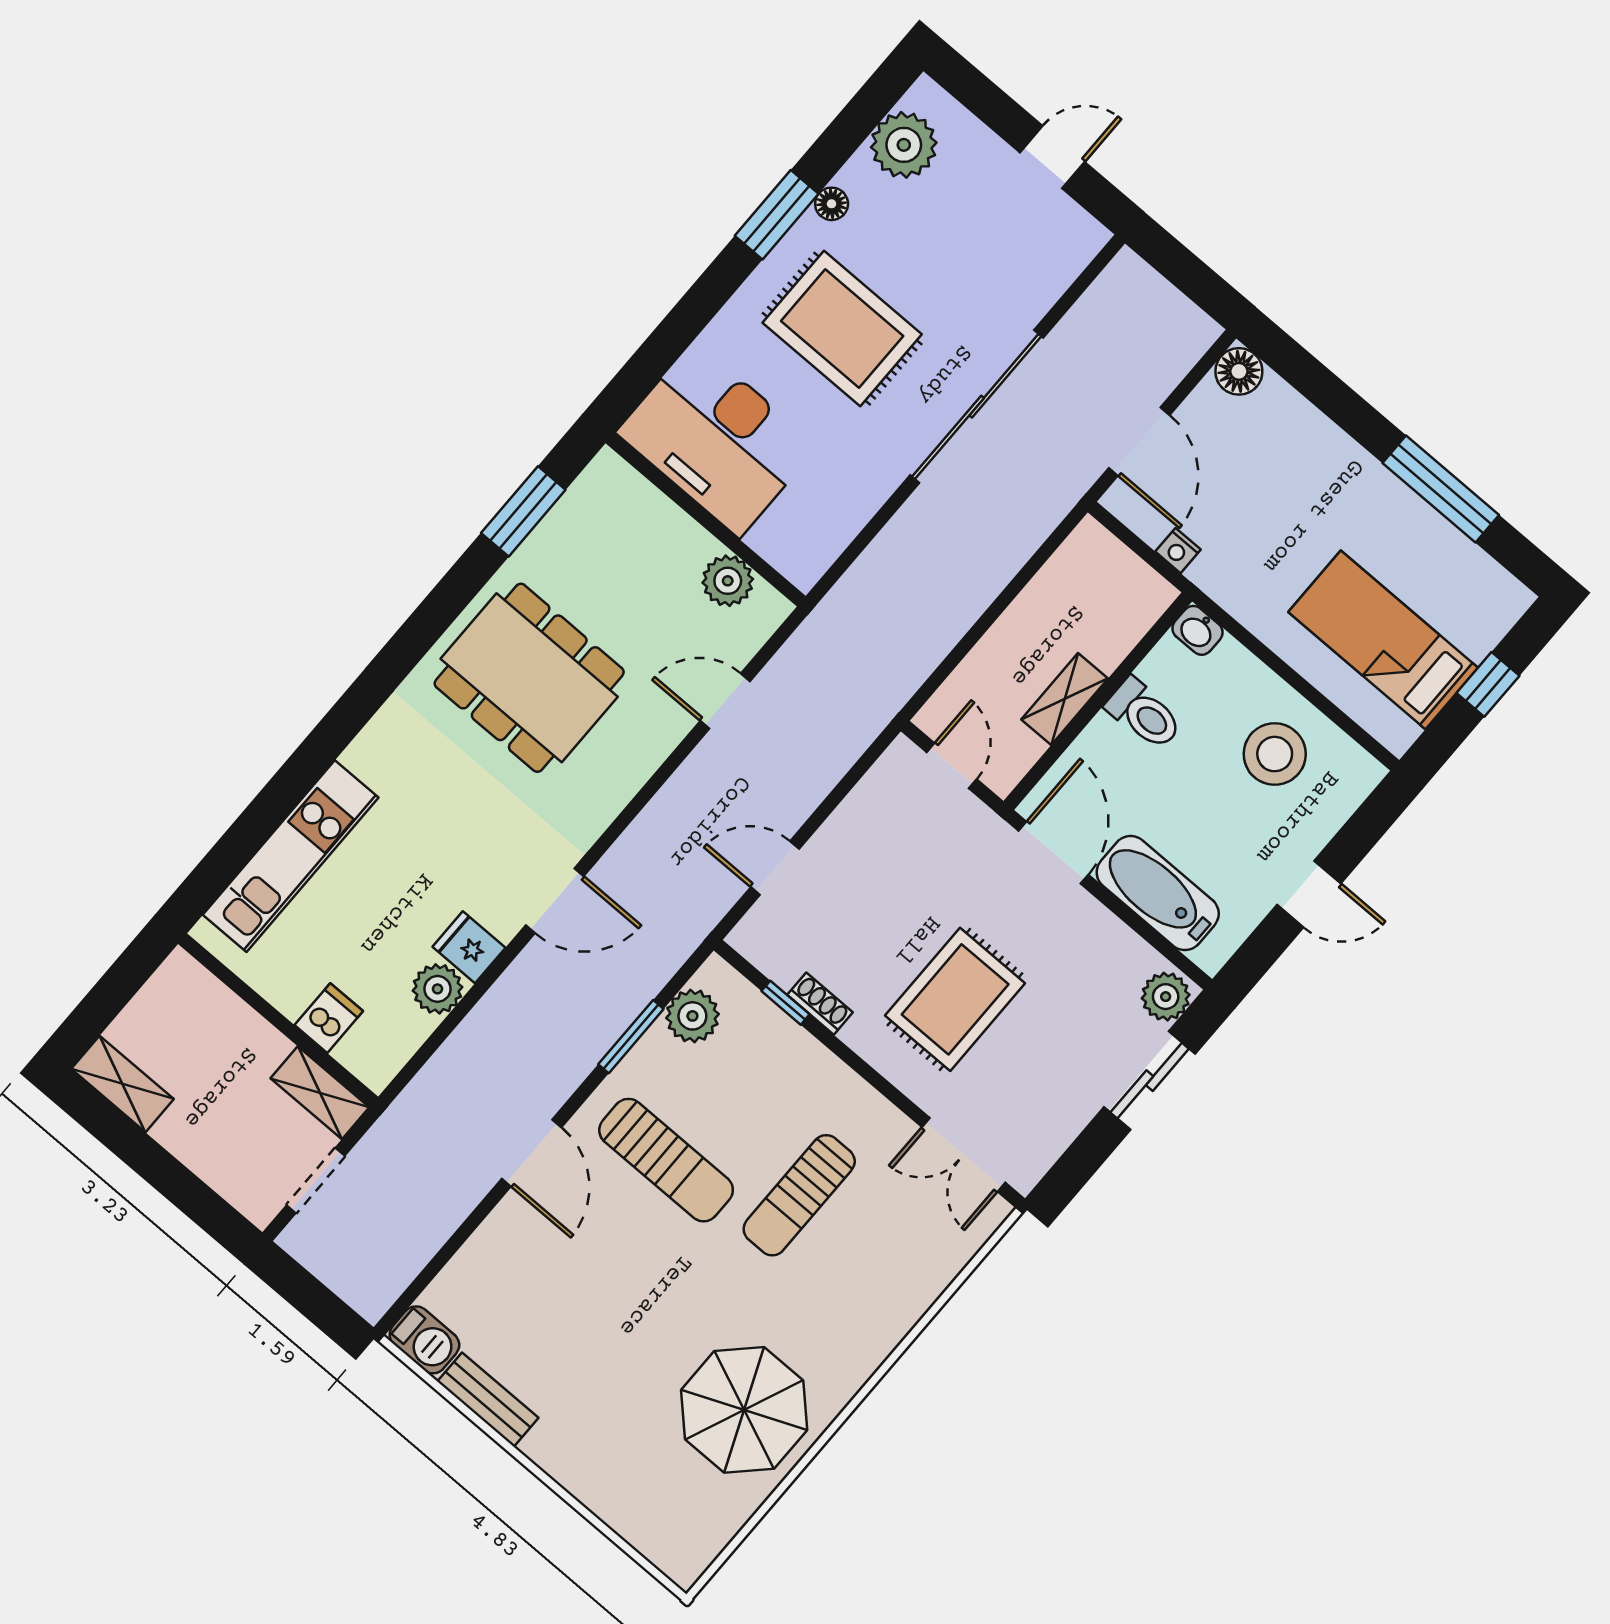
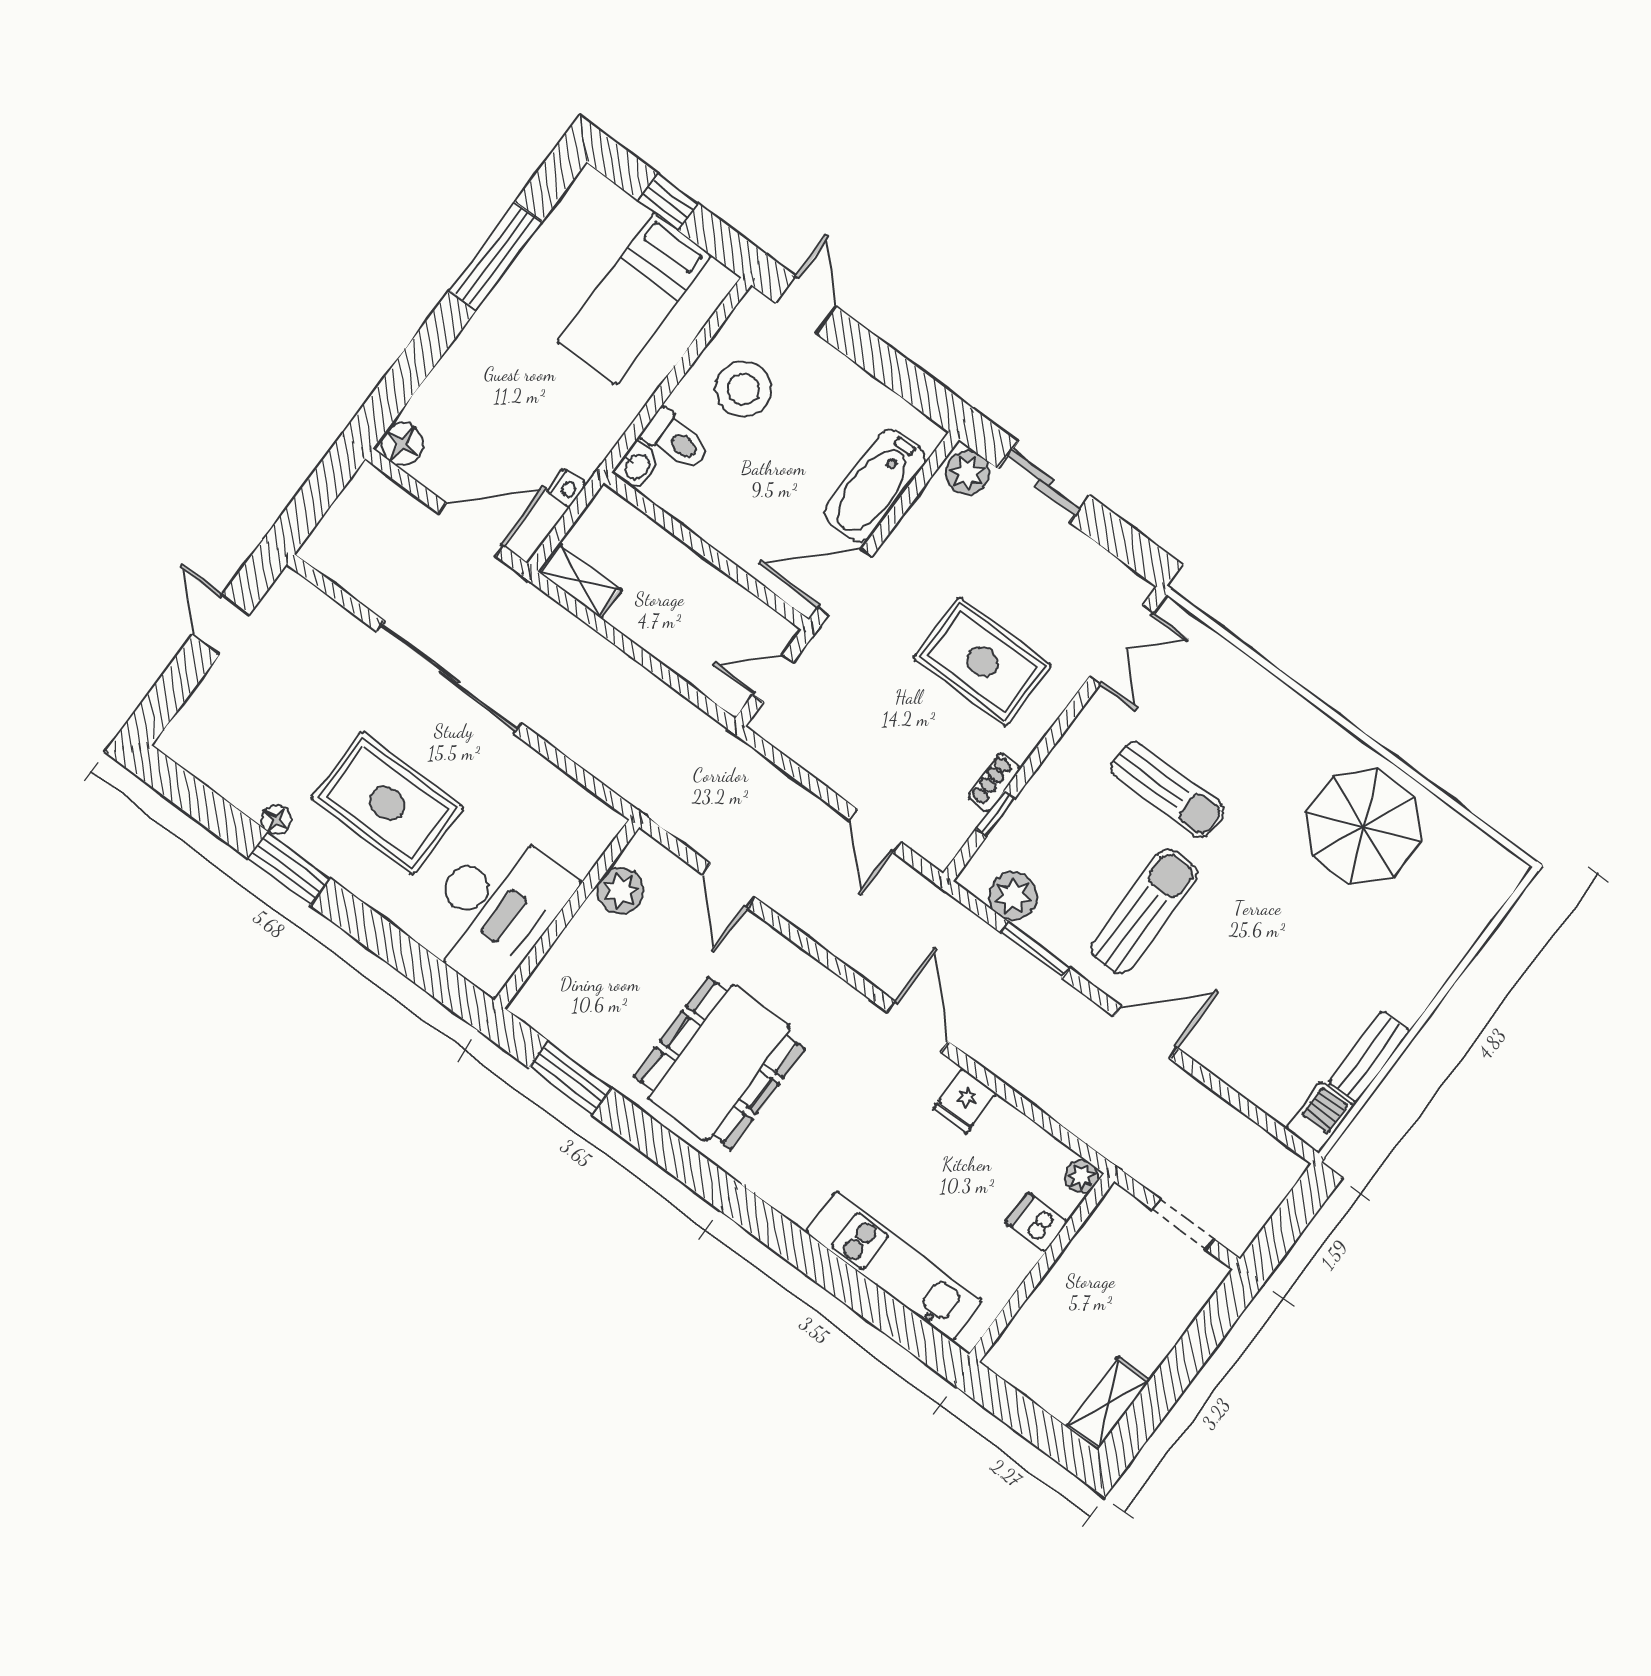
plant: (904, 145) -> (219, 758), removed
rug: (842, 329) -> (387, 803), turned 90
shelving: (1065, 699) -> (580, 581), moved
toilet: (1144, 714) -> (676, 440), moved, turned 90
door: (1309, 894) -> (806, 305), moved
plant: (437, 989) -> (1081, 1177), moved, width x0.73, depth x0.73
shelving: (320, 1093) -> (1104, 1226), removed

